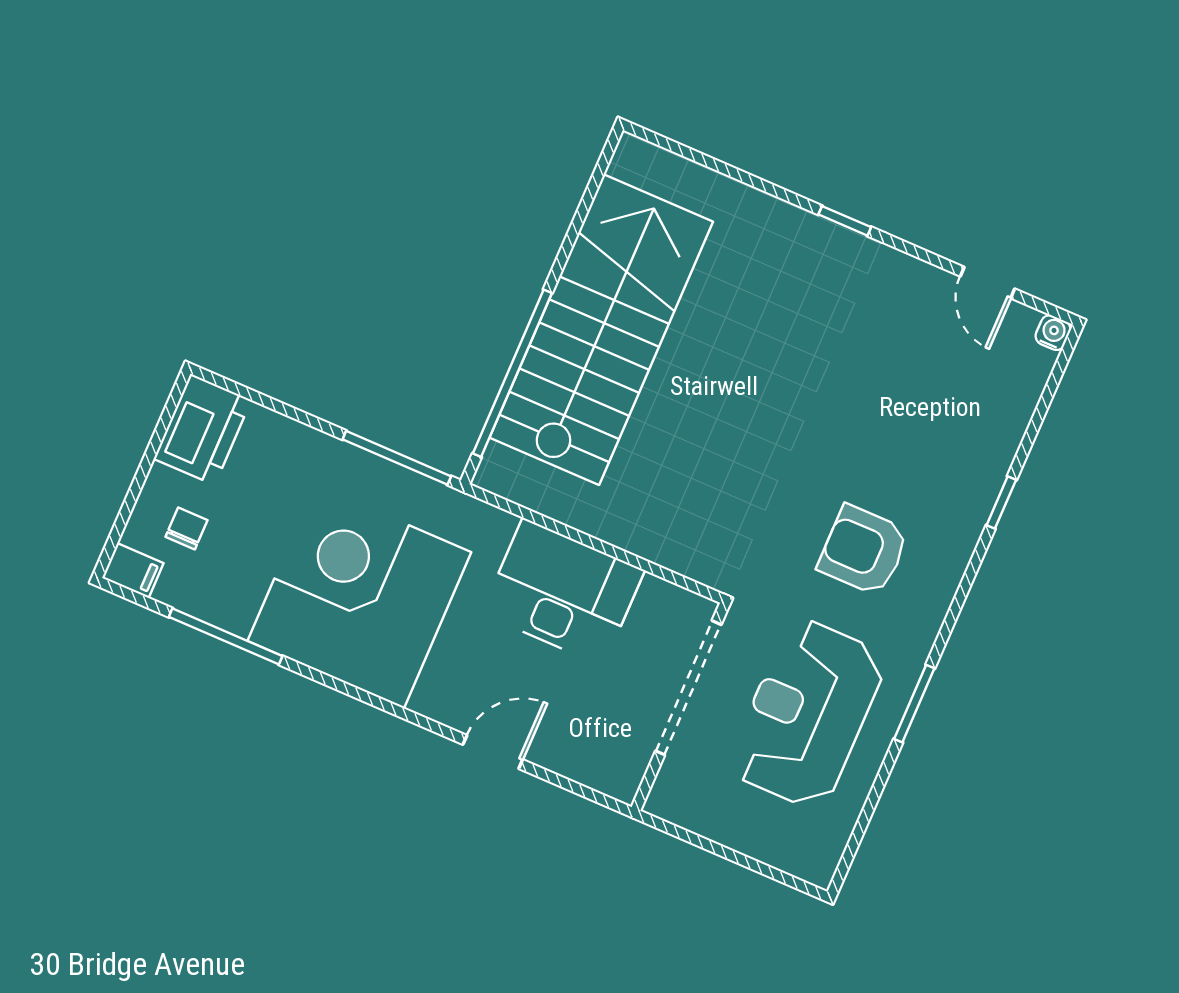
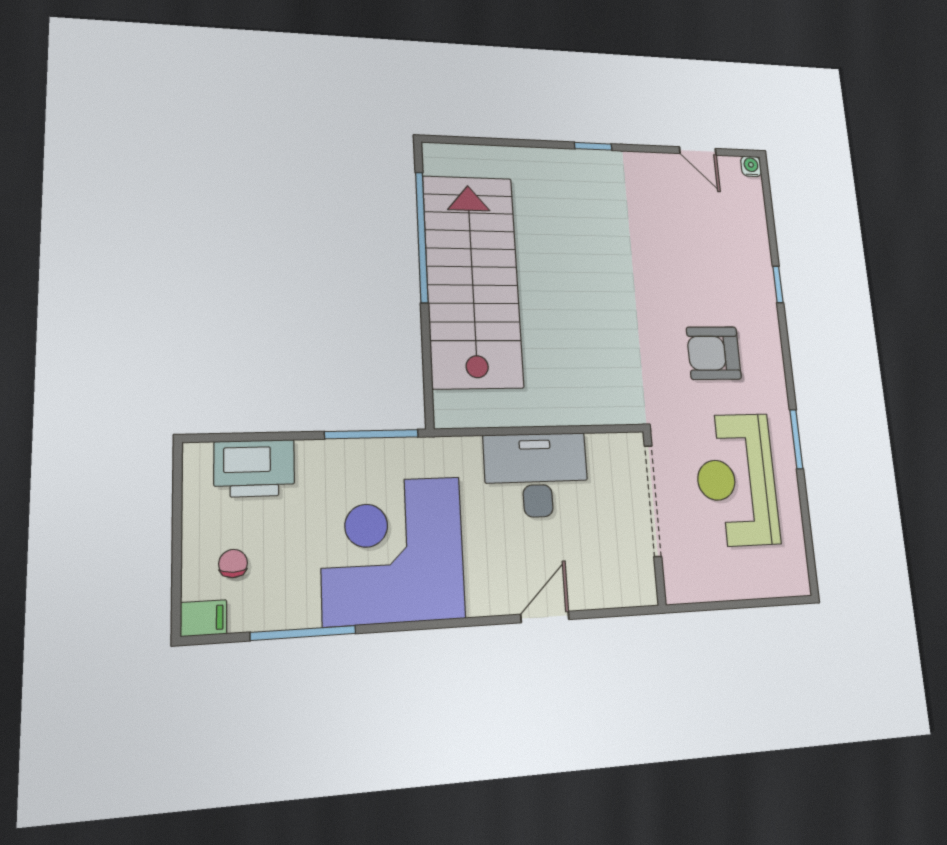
window: (512, 373) -> (422, 237), moved
printer: (202, 429) -> (254, 468), moved, turned 90

